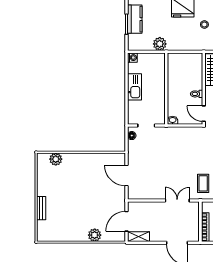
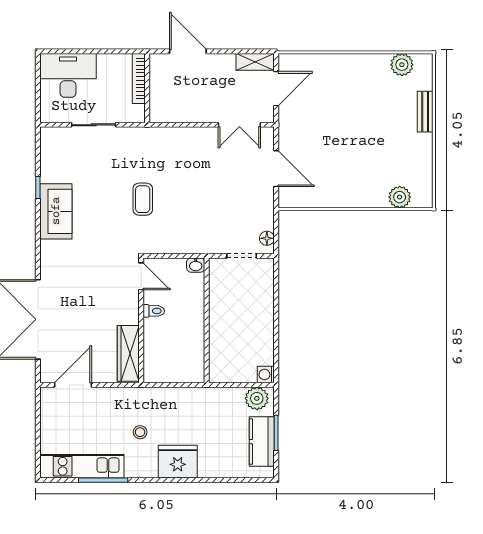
plant: (160, 44) -> (257, 398), moved
kitchen sink: (135, 87) -> (262, 323), removed
coffee table: (203, 183) -> (143, 199), moved
double door: (177, 201) -> (239, 125), moved
plant: (95, 235) -> (402, 65), moved

